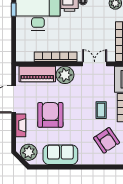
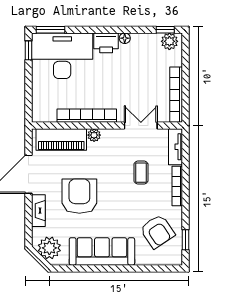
plant: (65, 75) -> (94, 135), width x0.53, depth x0.53
coffee table: (101, 110) -> (141, 173), moved
sofa: (60, 155) -> (102, 251), width x1.36

